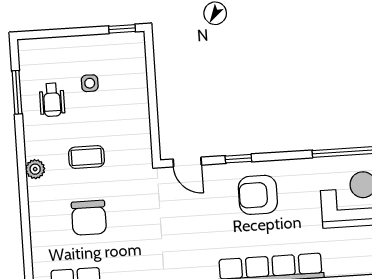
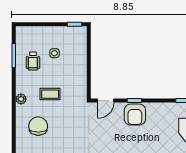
door: (187, 162) -> (106, 101), hinge flipped
armchair: (258, 195) -> (135, 115), moved, turned -90
chair: (89, 218) -> (38, 126), moved, turned 180

